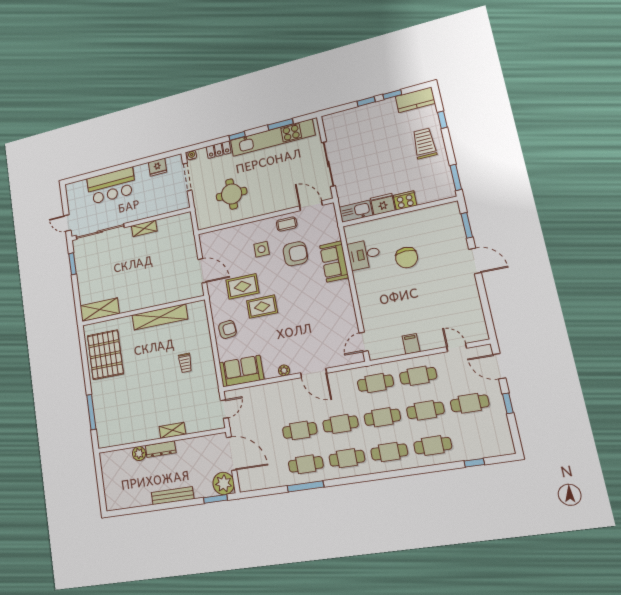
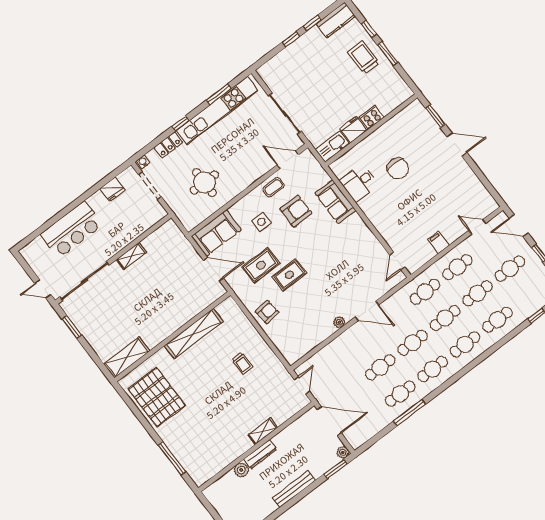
window: (456, 177) -> (388, 54), moved
sofa: (241, 371) -> (216, 233), moved, turned 180
plant: (224, 483) -> (343, 452), width x0.53, depth x0.53

